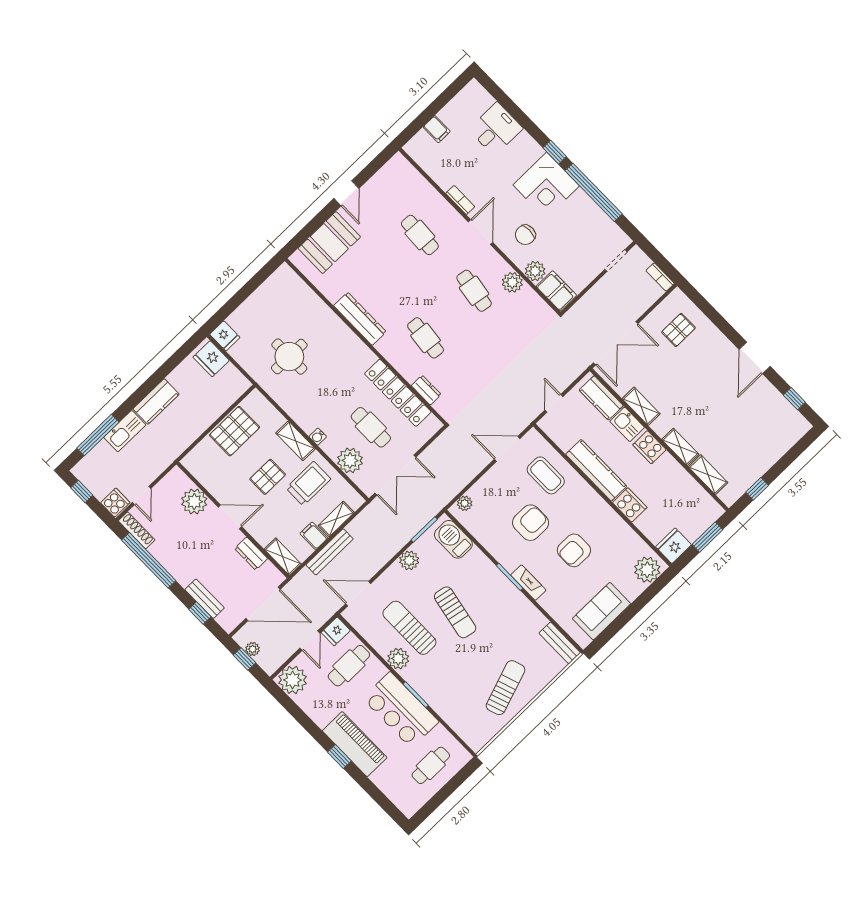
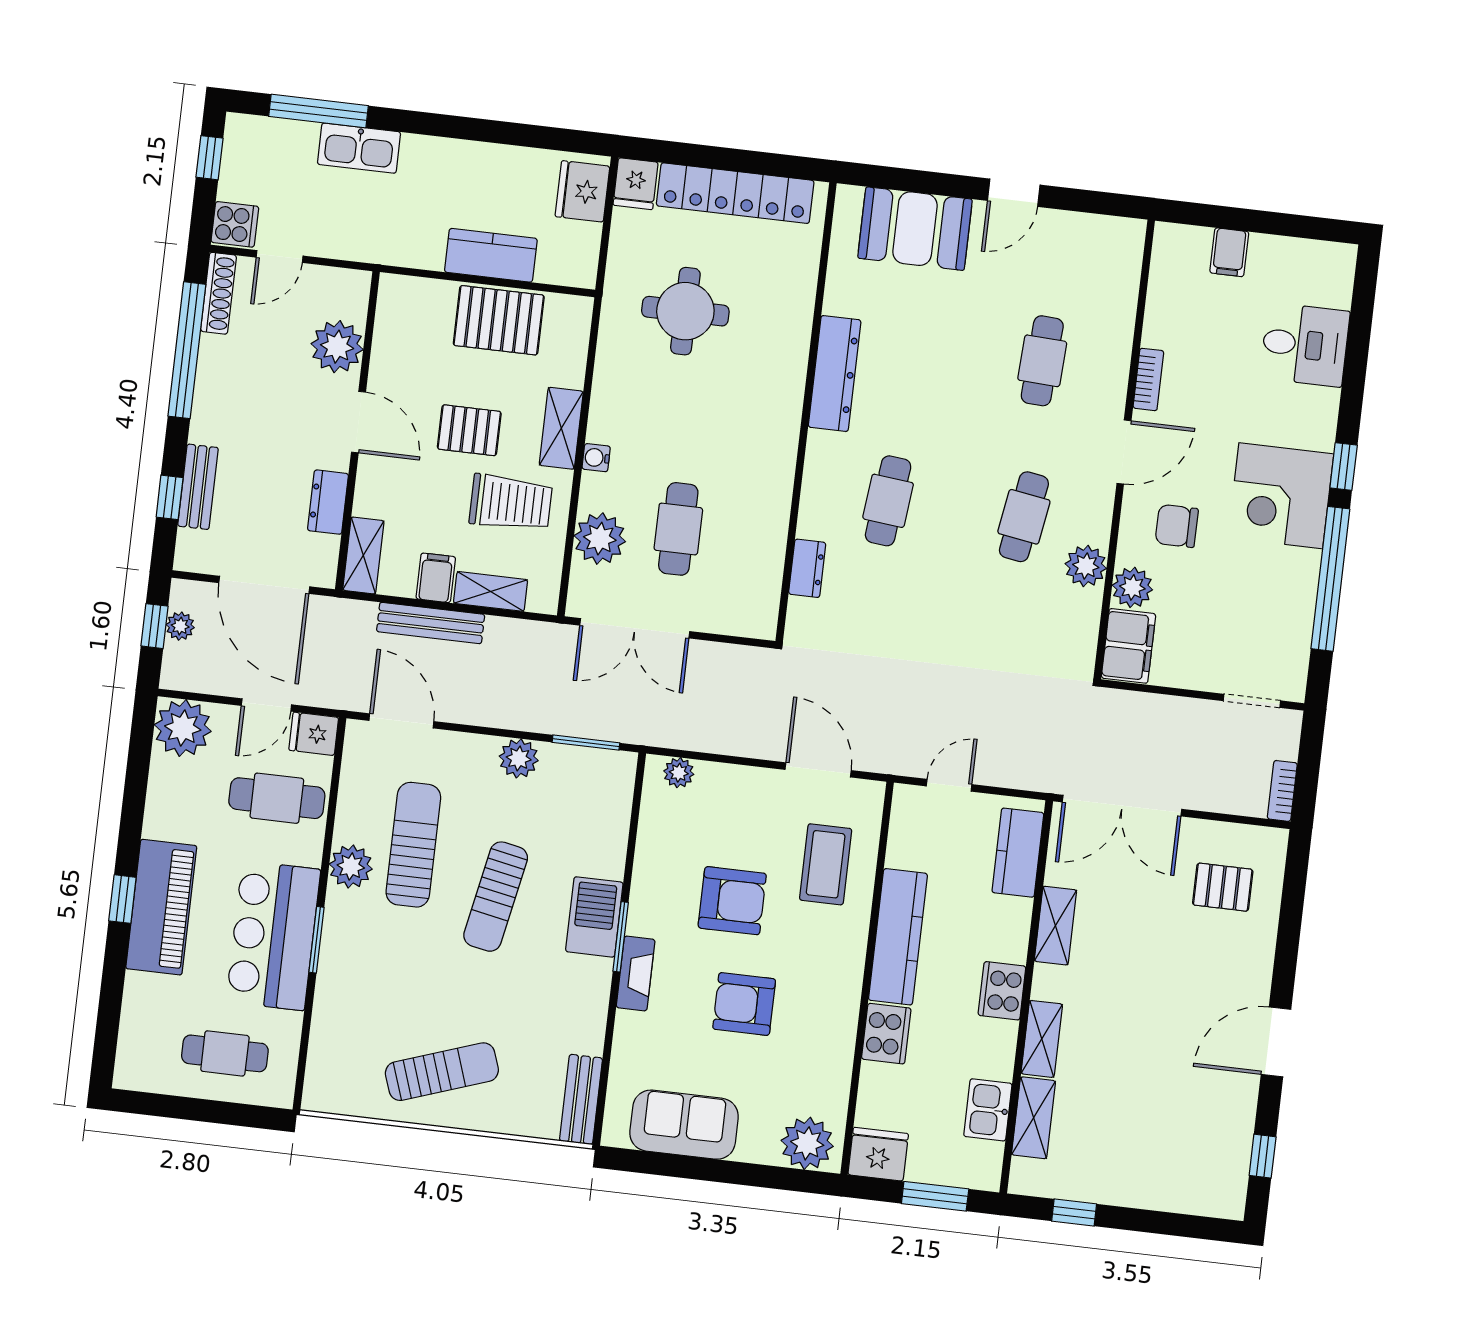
locker: (398, 393) -> (735, 193), moved, turned -90
kitchen counter: (156, 402) -> (491, 255), moved, turned 180
kitchen sink: (627, 424) -> (988, 1110), moved
barbecue: (453, 539) -> (594, 917), moved

